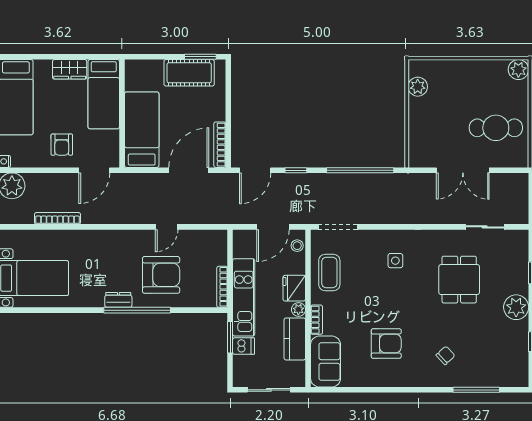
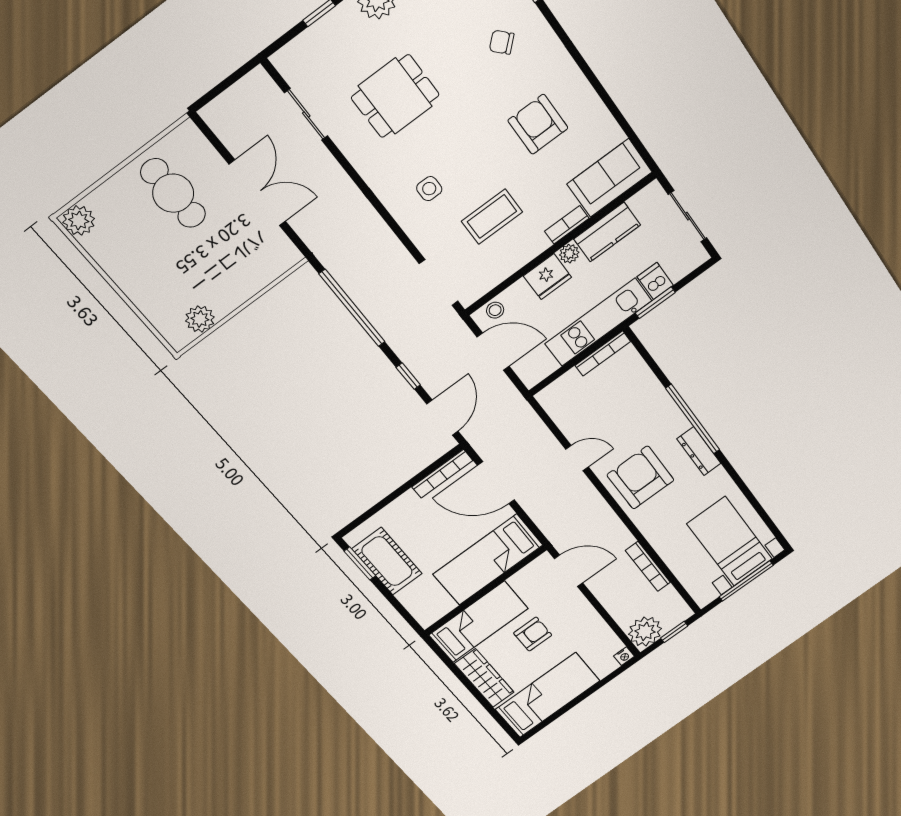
wardrobe: (70, 69) -> (484, 678), width x1.50
armchair: (62, 145) -> (533, 634), moved
door: (255, 170) -> (442, 418), hinge flipped
coffee table: (329, 272) -> (492, 217), moved
armchair: (161, 275) -> (641, 478), moved
dresser: (118, 300) -> (699, 451), width x1.44

